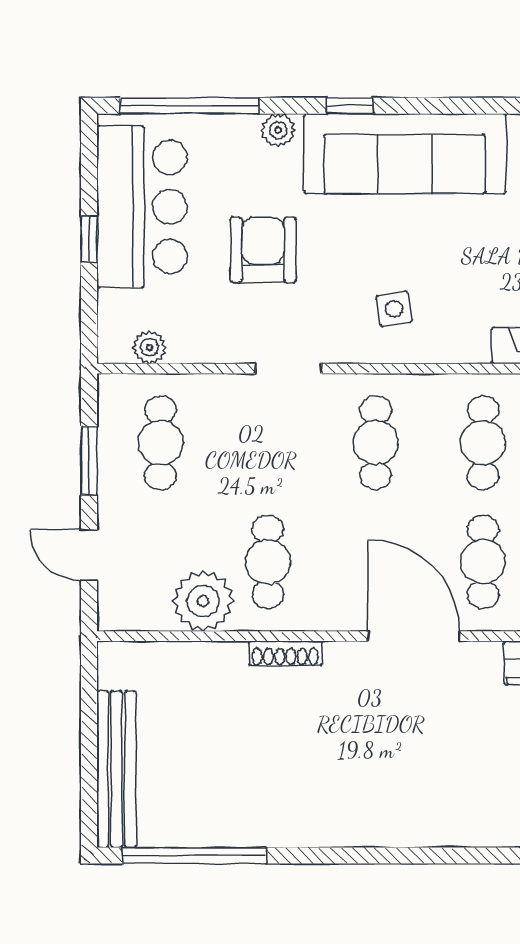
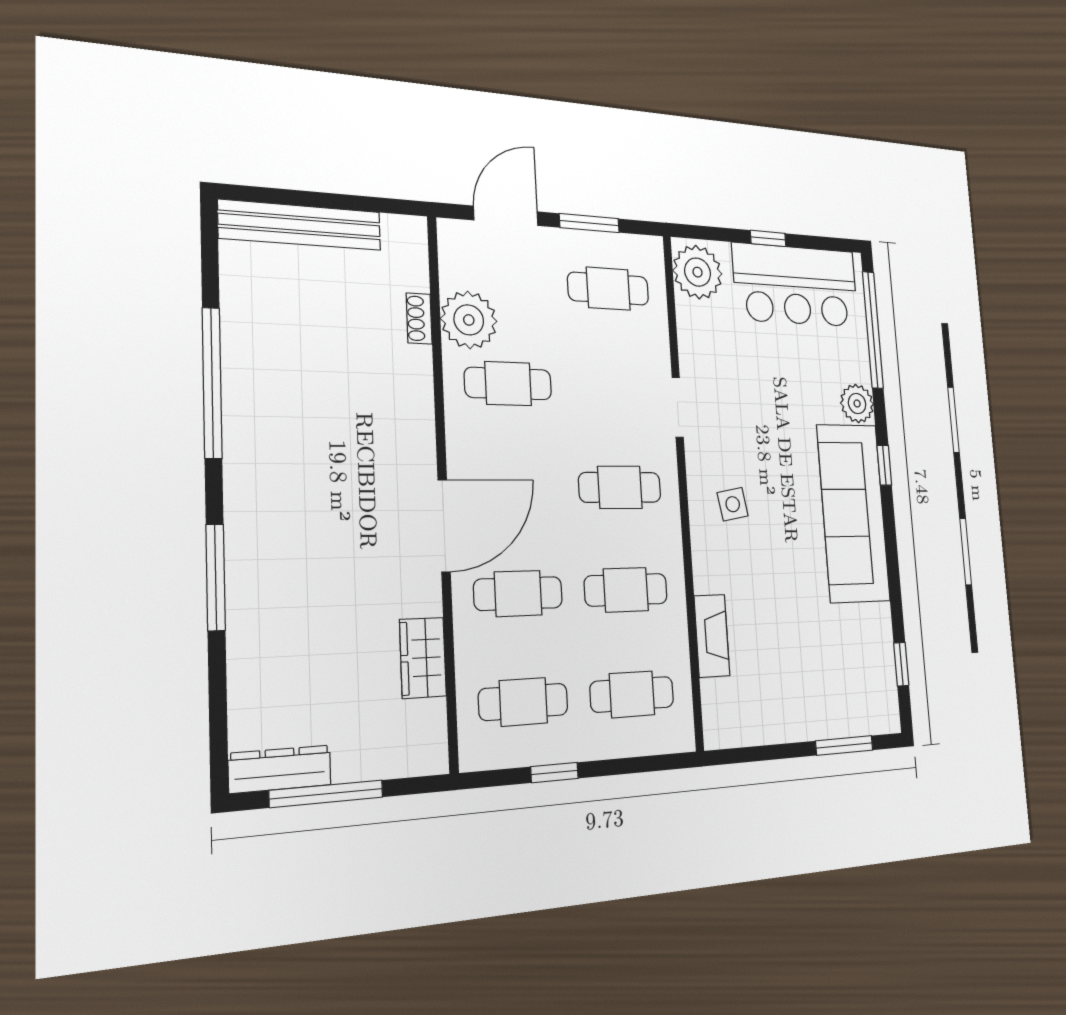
plant: (278, 130) -> (857, 404), width x1.38, depth x1.38
armchair: (263, 250) -> (771, 388), removed
plant: (149, 347) -> (698, 272), width x1.87, depth x1.87
door: (89, 555) -> (506, 216), width x1.38
shoe rack: (285, 653) -> (419, 319), moved, width x0.70
window: (194, 856) -> (212, 383), moved
window: (459, 856) -> (216, 577), added

